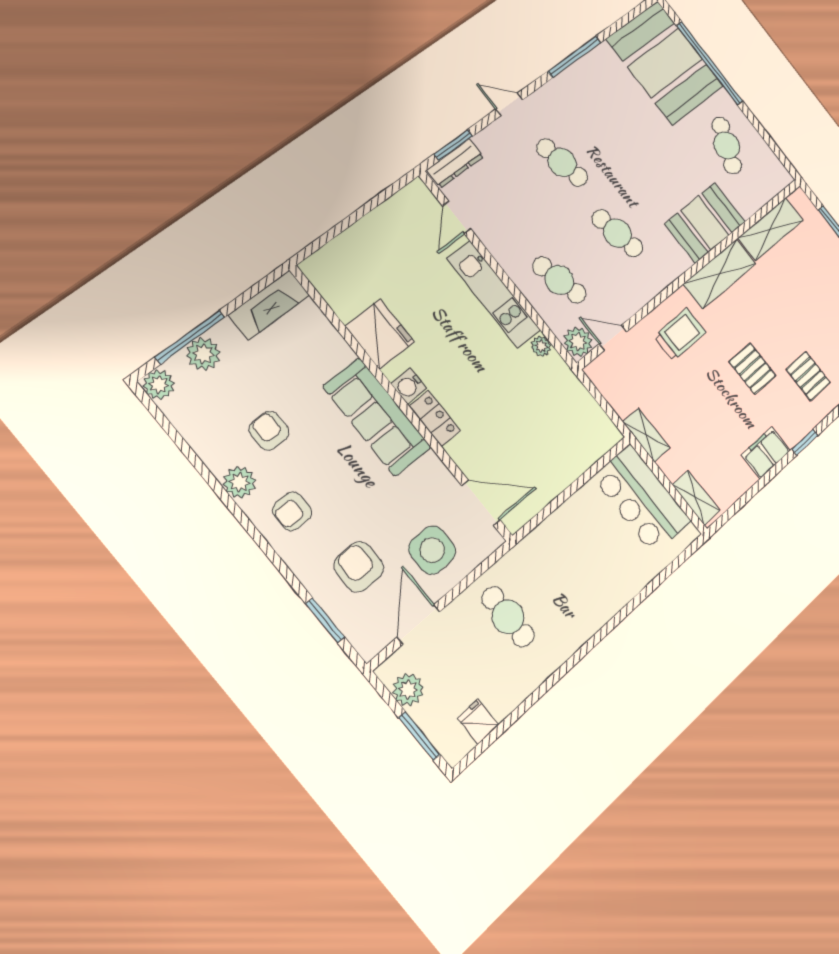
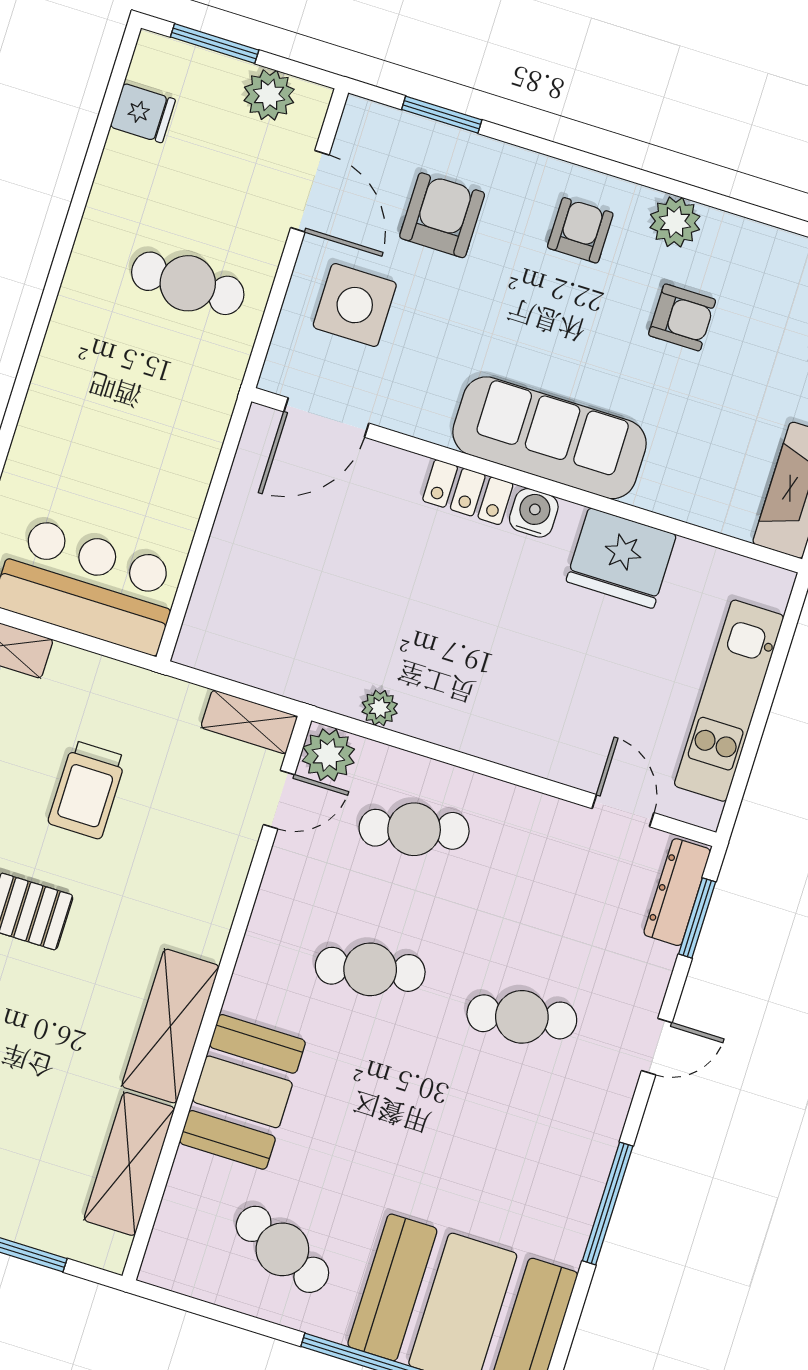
kitchen unit: (494, 295) -> (729, 701), moved, turned -90
trolley: (680, 334) -> (87, 790), moved
shelving: (646, 435) -> (249, 722), moved
armchair: (359, 567) -> (442, 215), turned -90

